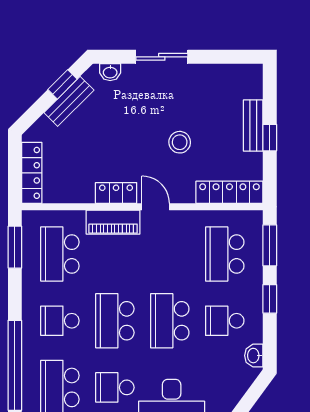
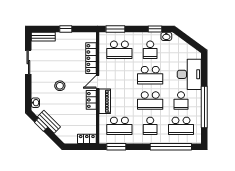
sliding door: (162, 57) -> (28, 62), moved
bench: (253, 125) -> (43, 37), moved
stool: (180, 142) -> (60, 86), moved
locker: (32, 173) -> (87, 139), width x0.66
locker: (229, 192) -> (91, 58), moved
window: (270, 299) -> (155, 29), moved

